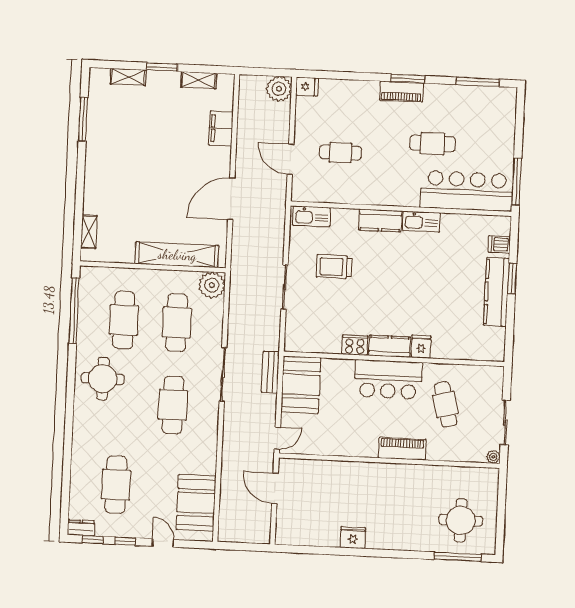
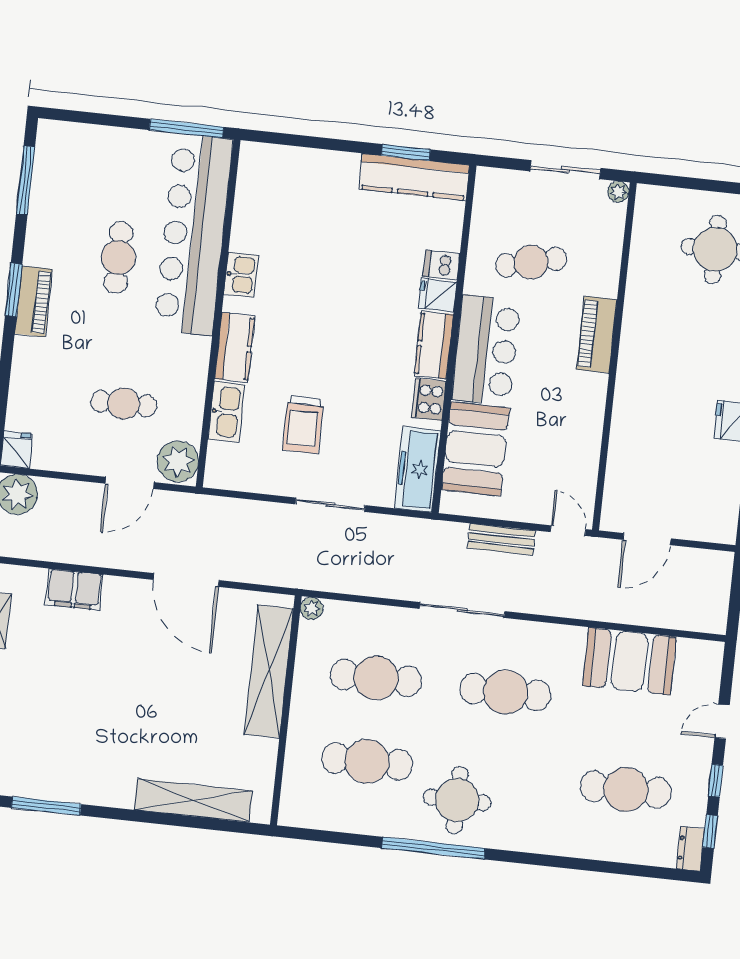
cafe table: (340, 153) -> (124, 404), turned 90
plant: (306, 189) -> (178, 461), added
bar counter: (467, 191) -> (194, 234), width x1.36
kitchen sink: (311, 216) -> (226, 412), moved
kitchen sink: (421, 222) -> (241, 275), width x0.73
shelving: (89, 232) -> (193, 800), width x2.20, depth x1.33
dishwasher: (499, 244) -> (442, 265), moved, turned 90
window: (512, 279) -> (406, 152), moved
plant: (212, 285) -> (312, 608), width x0.53, depth x0.53
kitchen counter: (496, 292) -> (414, 177), moved
window: (74, 310) -> (433, 848), moved
freezer: (310, 341) -> (417, 469), added
bench: (270, 372) -> (501, 539), moved
booth: (301, 385) -> (476, 449), moved, turned 90
booth: (196, 503) -> (630, 661), moved

